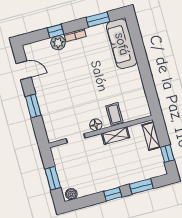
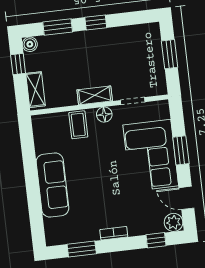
window: (55, 31) -> (156, 240), moved
plant: (58, 43) -> (174, 222), moved
sofa: (122, 44) -> (52, 185), moved
corner sofa: (56, 99) -> (151, 155), added
shelving: (116, 136) -> (95, 95), moved
boiler: (71, 194) -> (30, 44), moved

